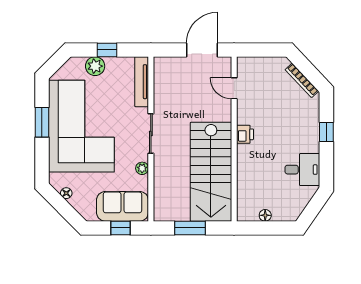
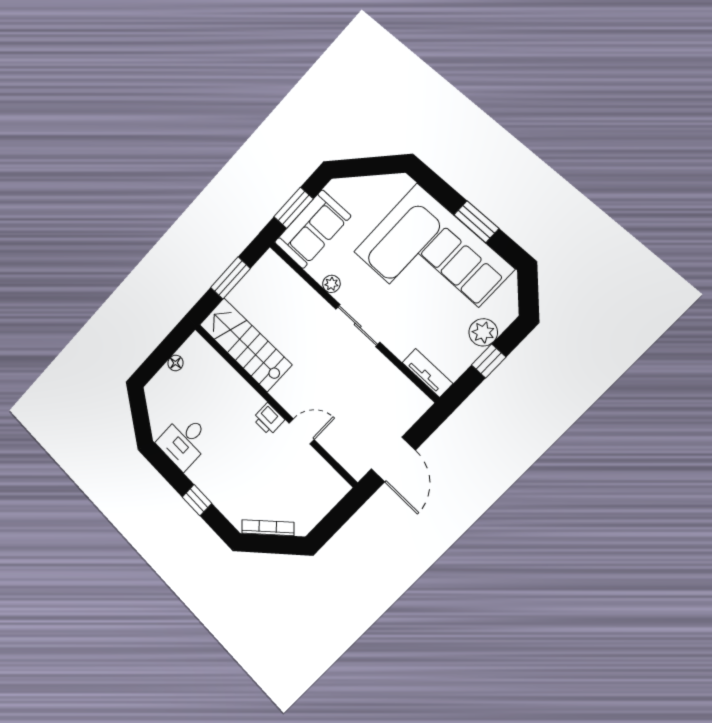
tv unit: (142, 82) -> (427, 373), width x0.71
door: (234, 88) -> (302, 431), moved
stairs: (211, 172) -> (245, 345), width x0.73, depth x0.66
floor lamp: (66, 193) -> (379, 183), removed
window: (120, 228) -> (294, 208), width x1.50

